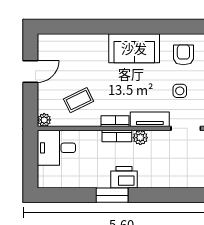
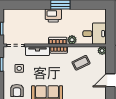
plant: (140, 138) -> (72, 40), moved

